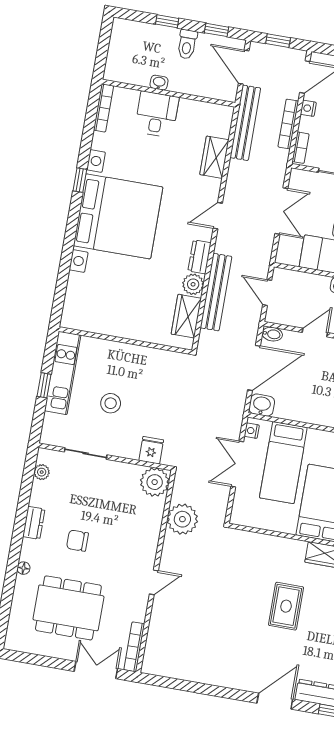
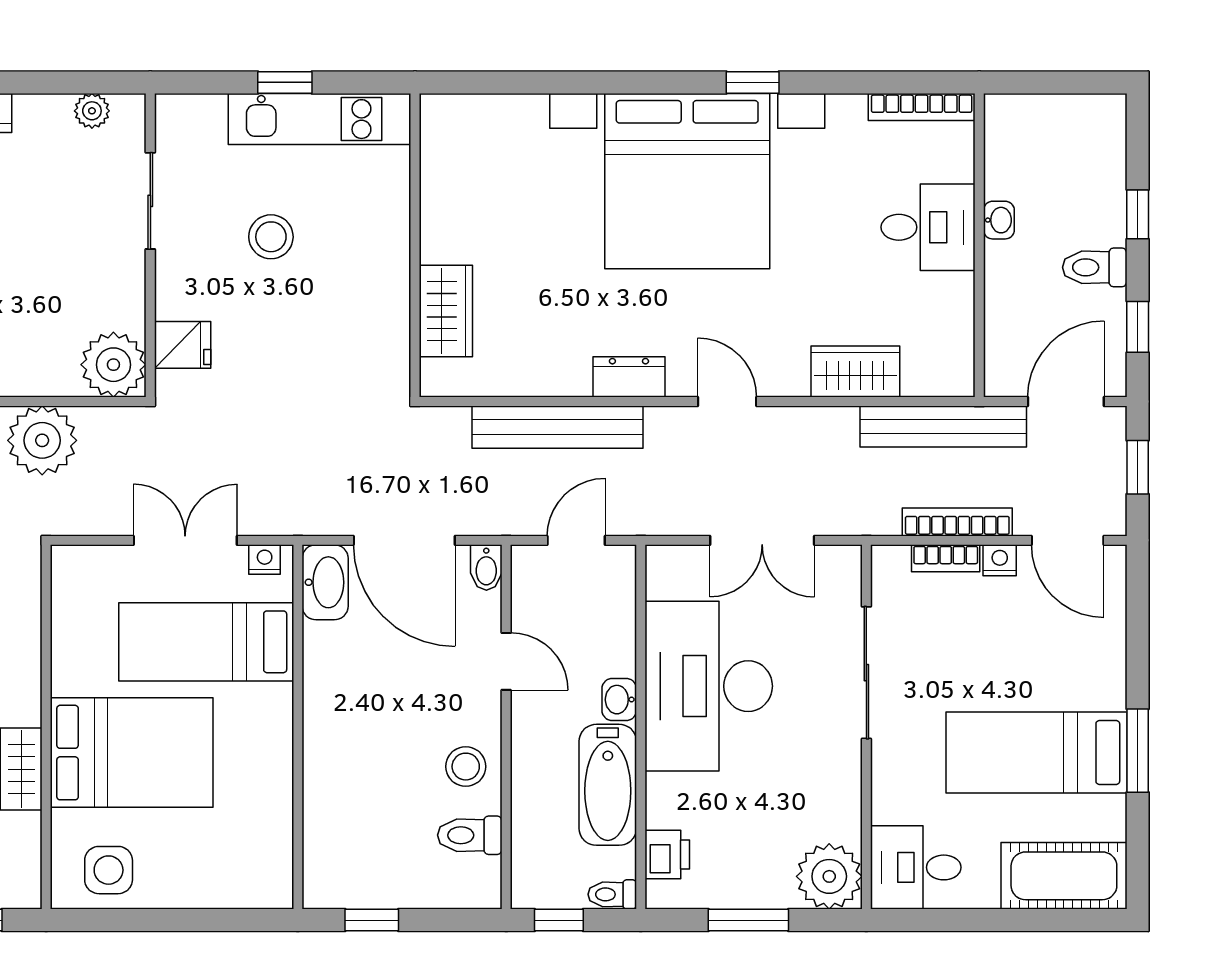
bookcase: (301, 148) -> (946, 558), moved
plant: (193, 284) -> (566, 373), removed
wardrobe: (186, 316) -> (446, 311), moved, turned 90
washbasin: (262, 405) -> (325, 582), width x1.38

